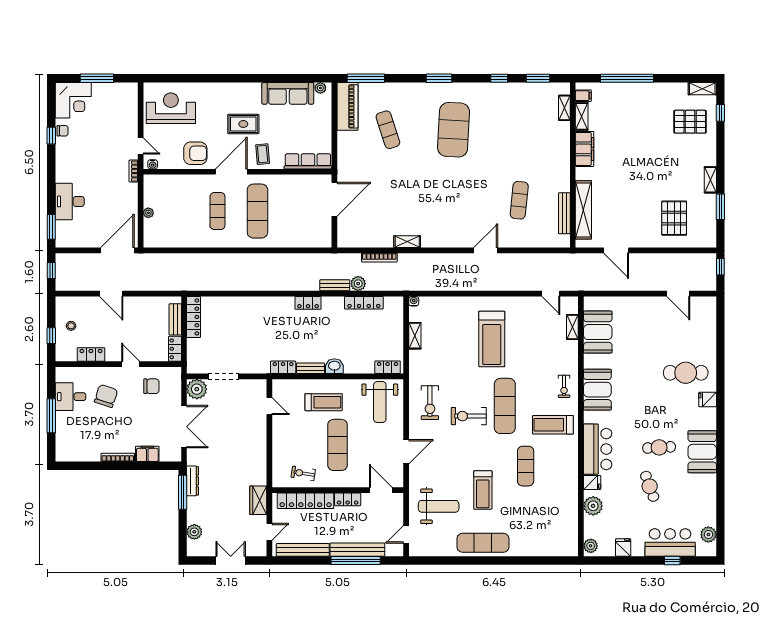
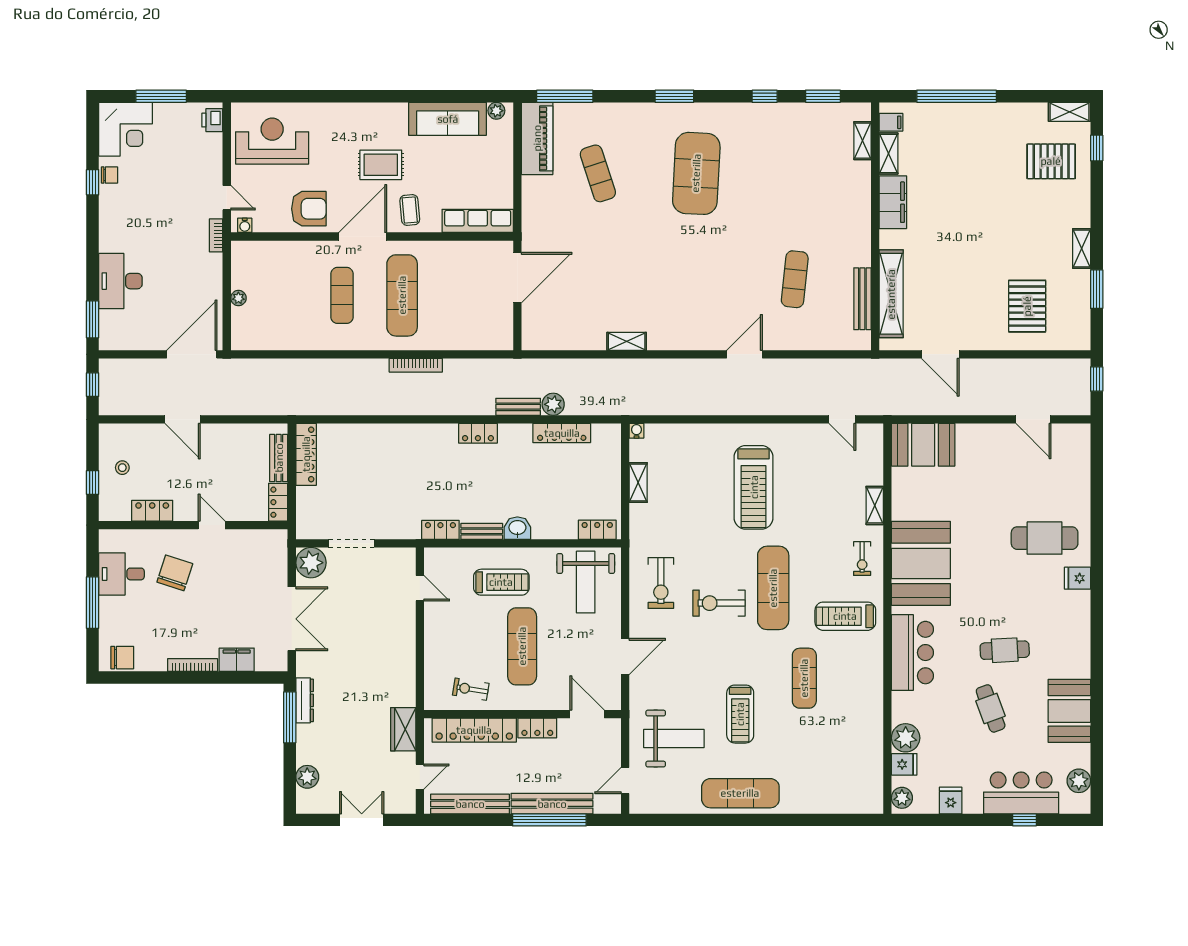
printer: (131, 94) -> (212, 120), added
bookcase: (379, 258) -> (416, 365), moved
shelving: (572, 327) -> (875, 505), moved
booth: (598, 332) -> (923, 445), moved, turned 90
chair: (151, 386) -> (122, 658), moved
booth: (597, 390) -> (921, 563), width x1.36, depth x1.42
booth: (702, 452) -> (1069, 711), moved
fridge: (592, 482) -> (904, 764), moved

